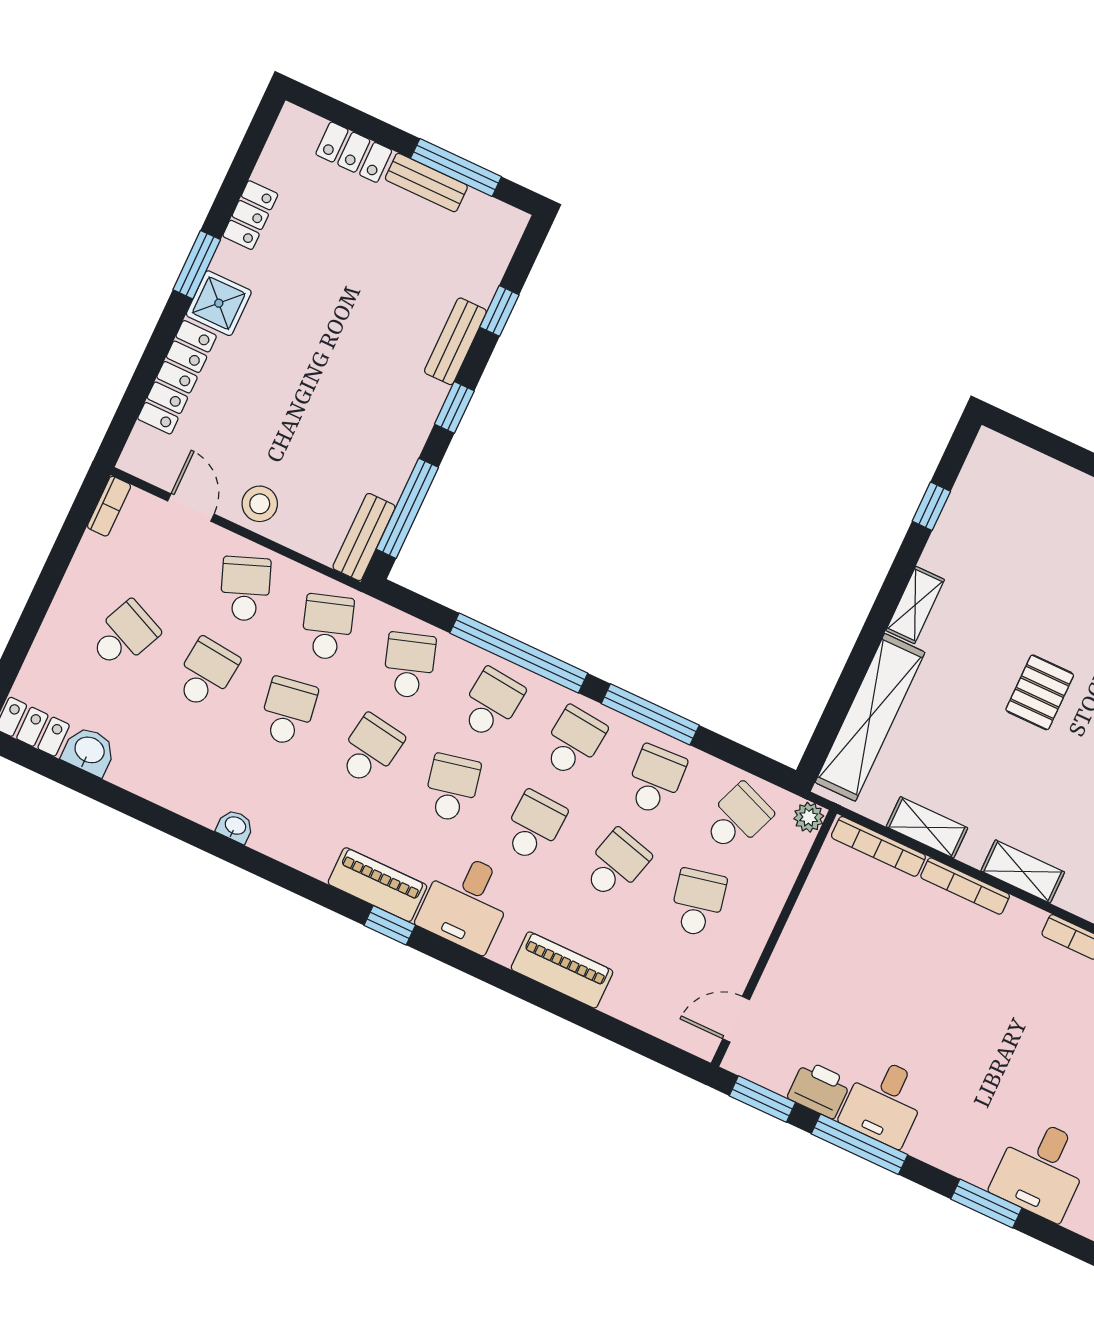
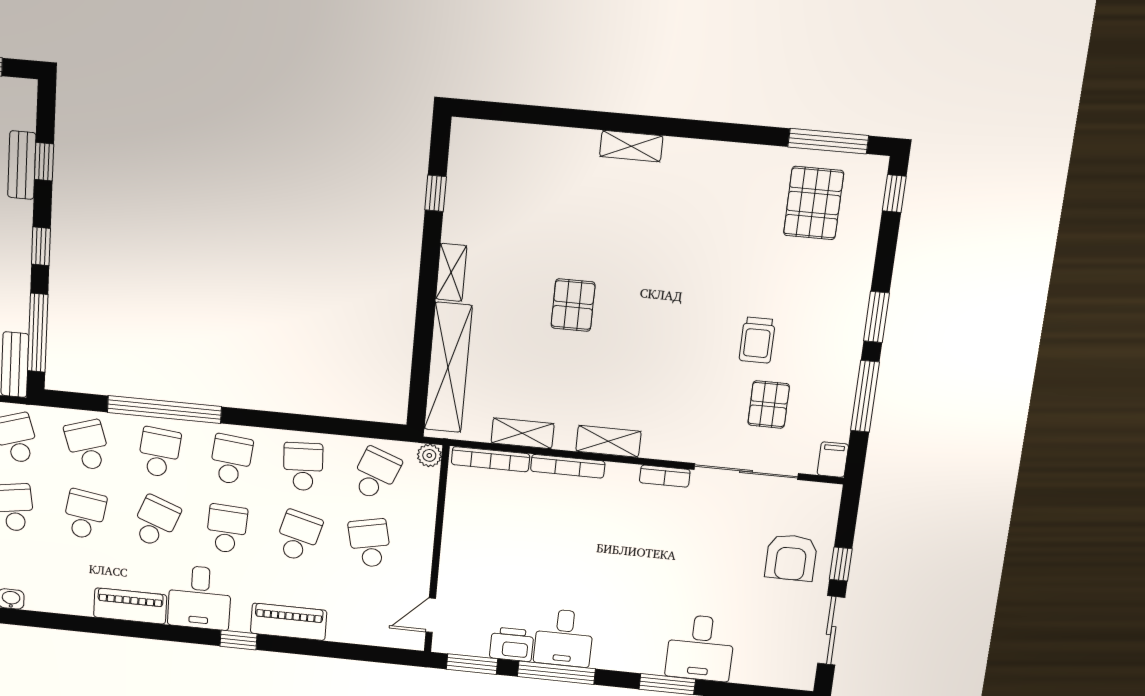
bench: (455, 341) -> (22, 165), moved
window: (650, 714) -> (280, 421), removed
school desk: (452, 788) -> (155, 522), turned 33
window: (390, 925) -> (238, 640), moved

